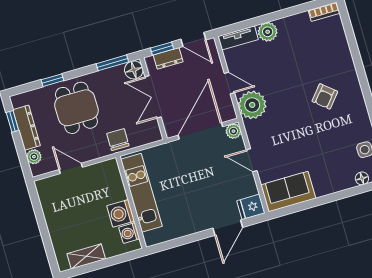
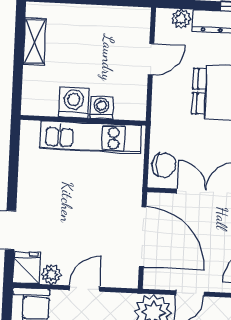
plant: (233, 131) -> (51, 275), moved
chair: (118, 140) -> (164, 165), moved
washing machine: (129, 233) -> (101, 108), moved

